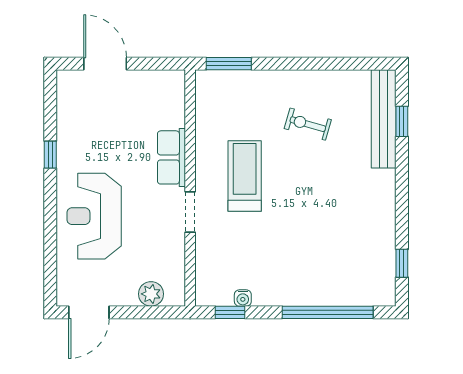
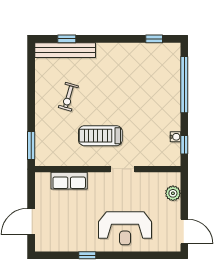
row of seats: (171, 157) -> (69, 181), moved

